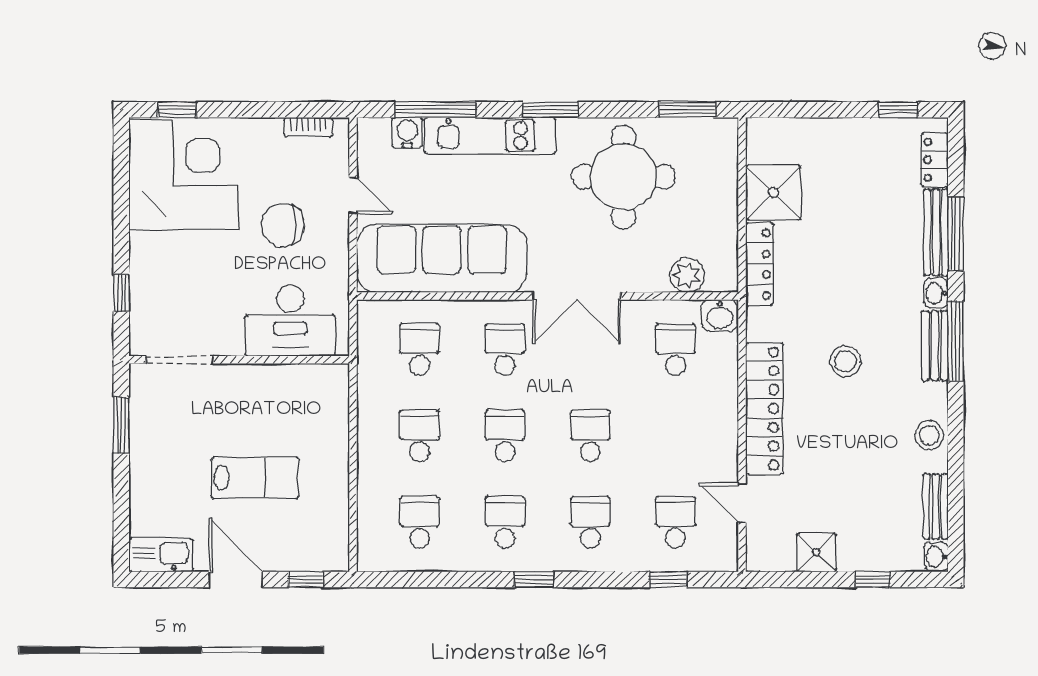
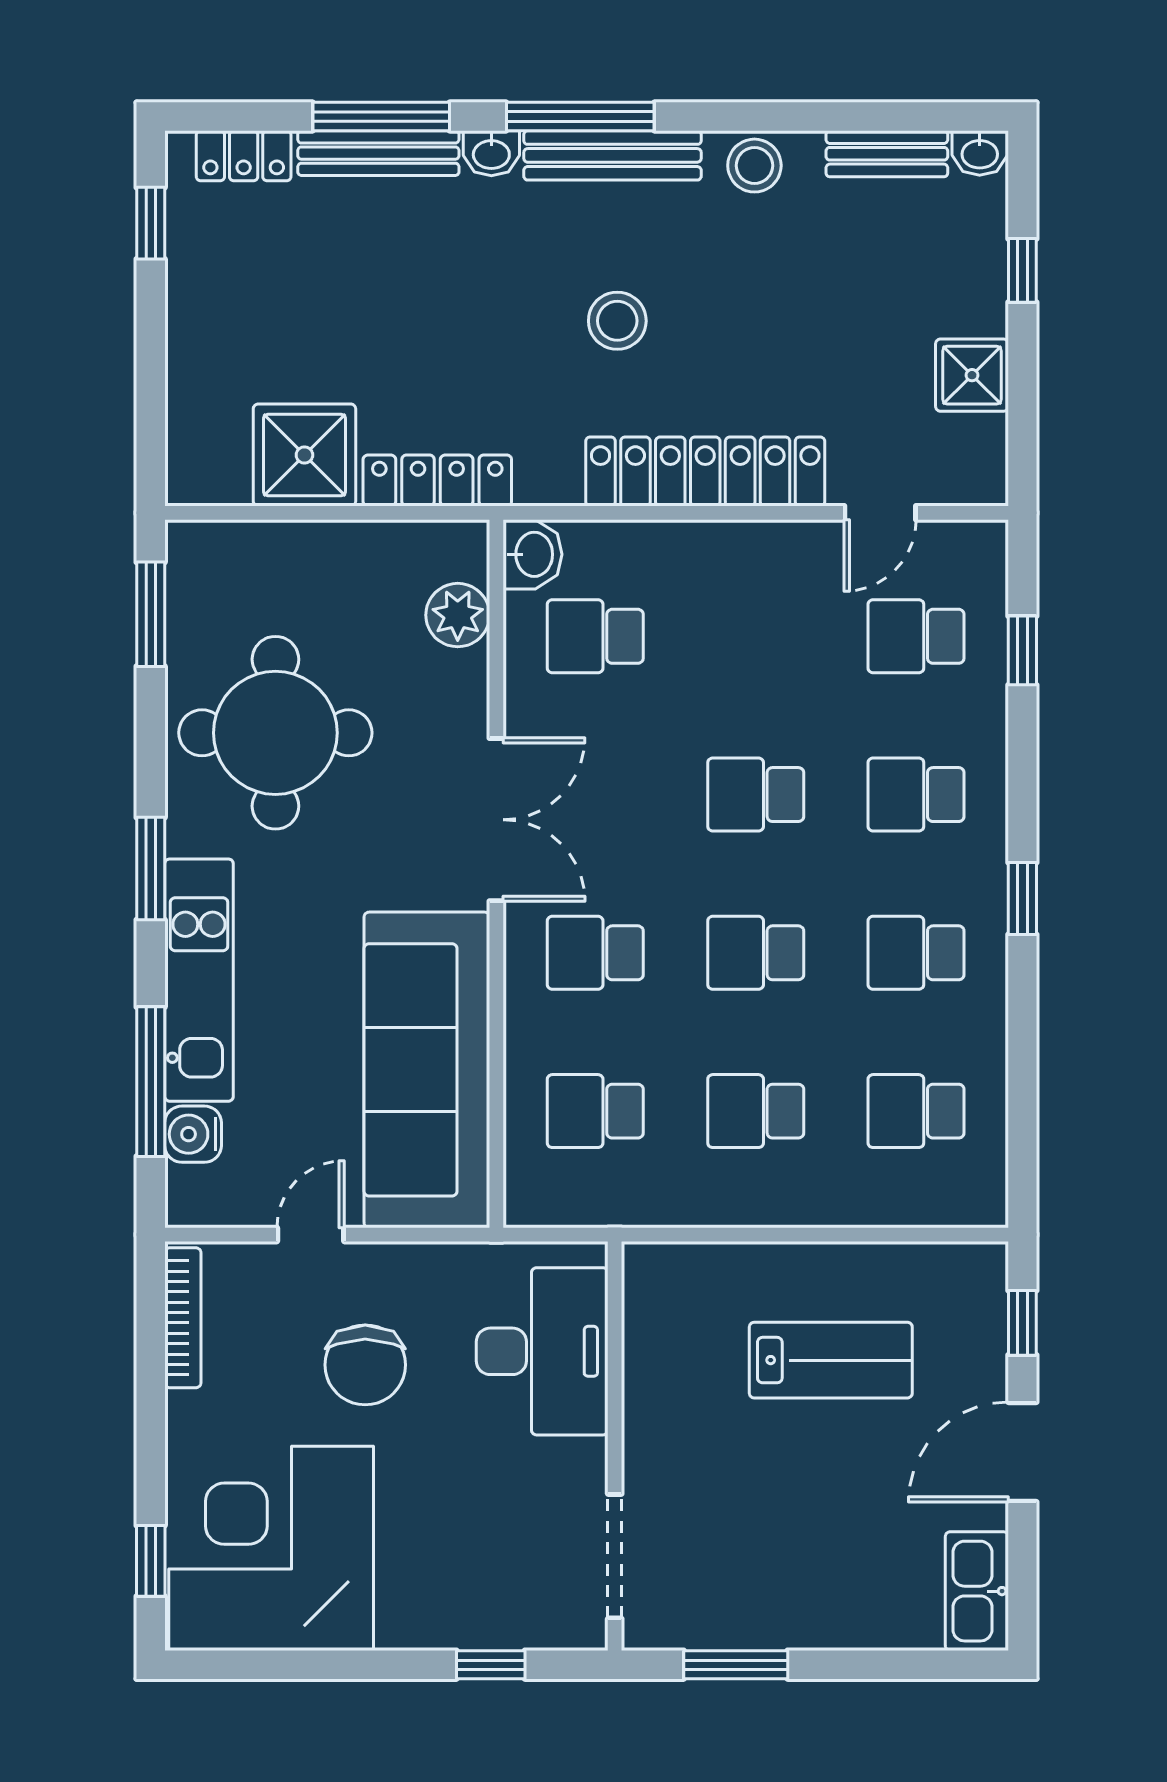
bookcase: (308, 127) -> (183, 1318), width x1.56
bench: (935, 346) -> (612, 155), width x1.36
lab bench: (255, 478) -> (831, 1360), moved, turned 90

